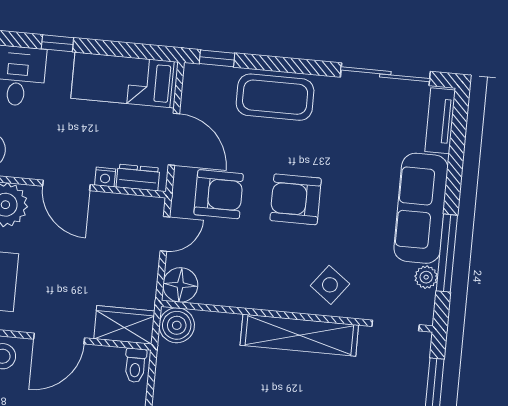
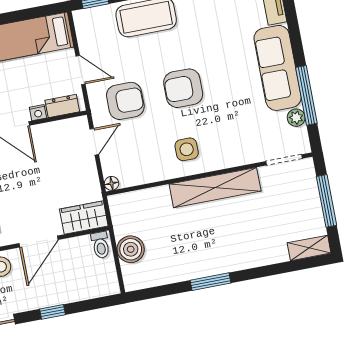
door: (174, 139) -> (81, 70), width x0.73
floor lamp: (180, 285) -> (112, 183), width x0.53, depth x0.53
side table: (330, 285) -> (187, 149), moved, turned -37
boiler: (177, 325) -> (131, 249), moved

